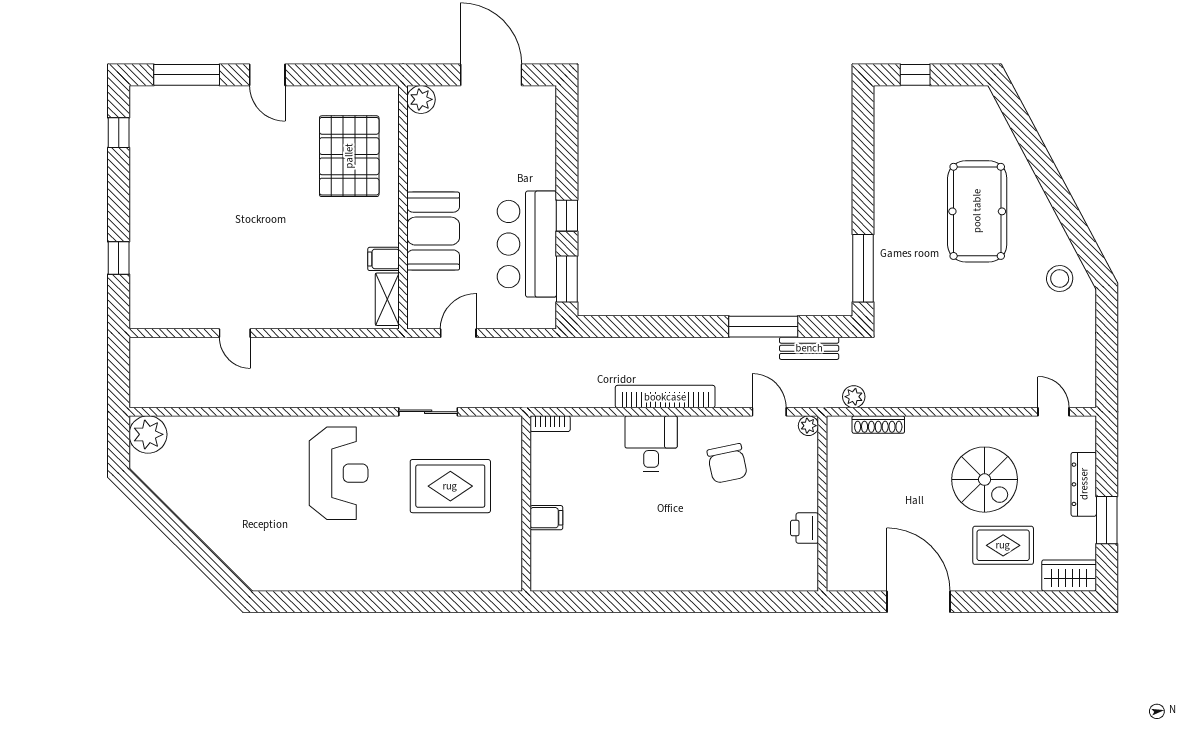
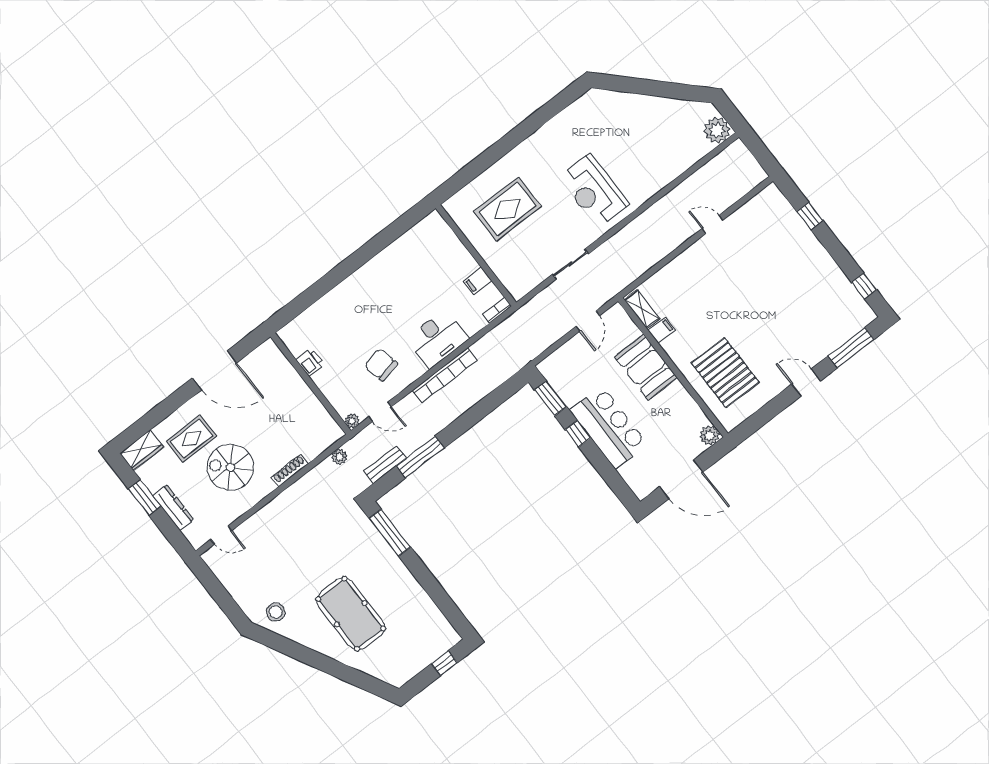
bar counter: (527, 244) -> (609, 427), moved
shoe rack: (878, 425) -> (290, 470), moved
desk: (651, 444) -> (438, 339), width x1.37
rug: (450, 486) -> (507, 209), moved
filing cabinet: (546, 518) -> (478, 281), moved

